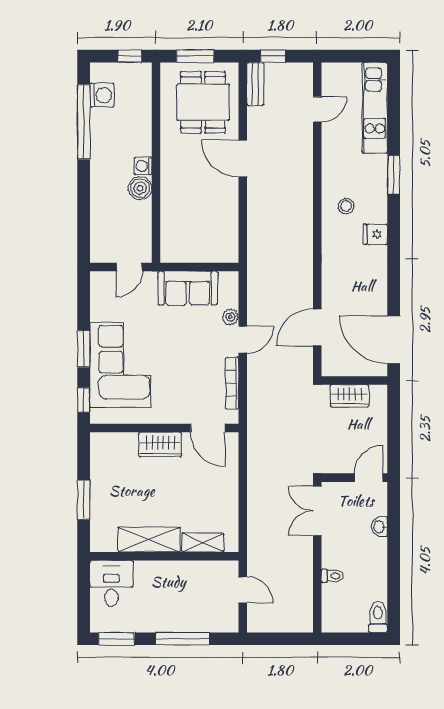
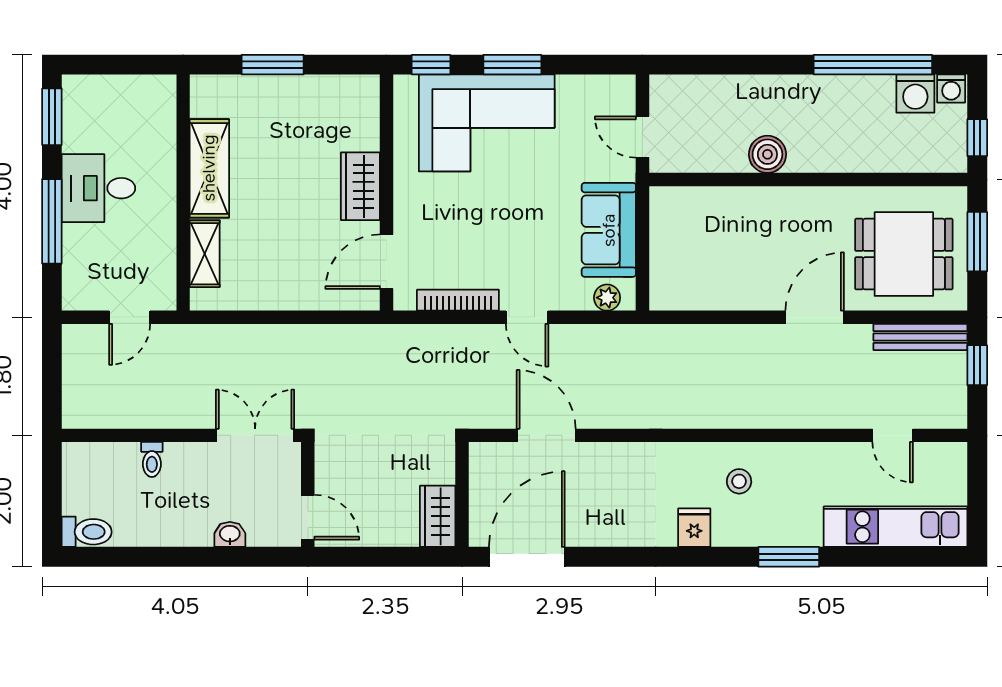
bench: (255, 84) -> (920, 337), width x1.36
washing machine: (143, 166) -> (951, 88), moved, turned 180
plant: (230, 317) -> (607, 298), moved
wardrobe: (350, 396) -> (438, 516), moved
desk: (111, 583) -> (98, 188), moved, turned 180

